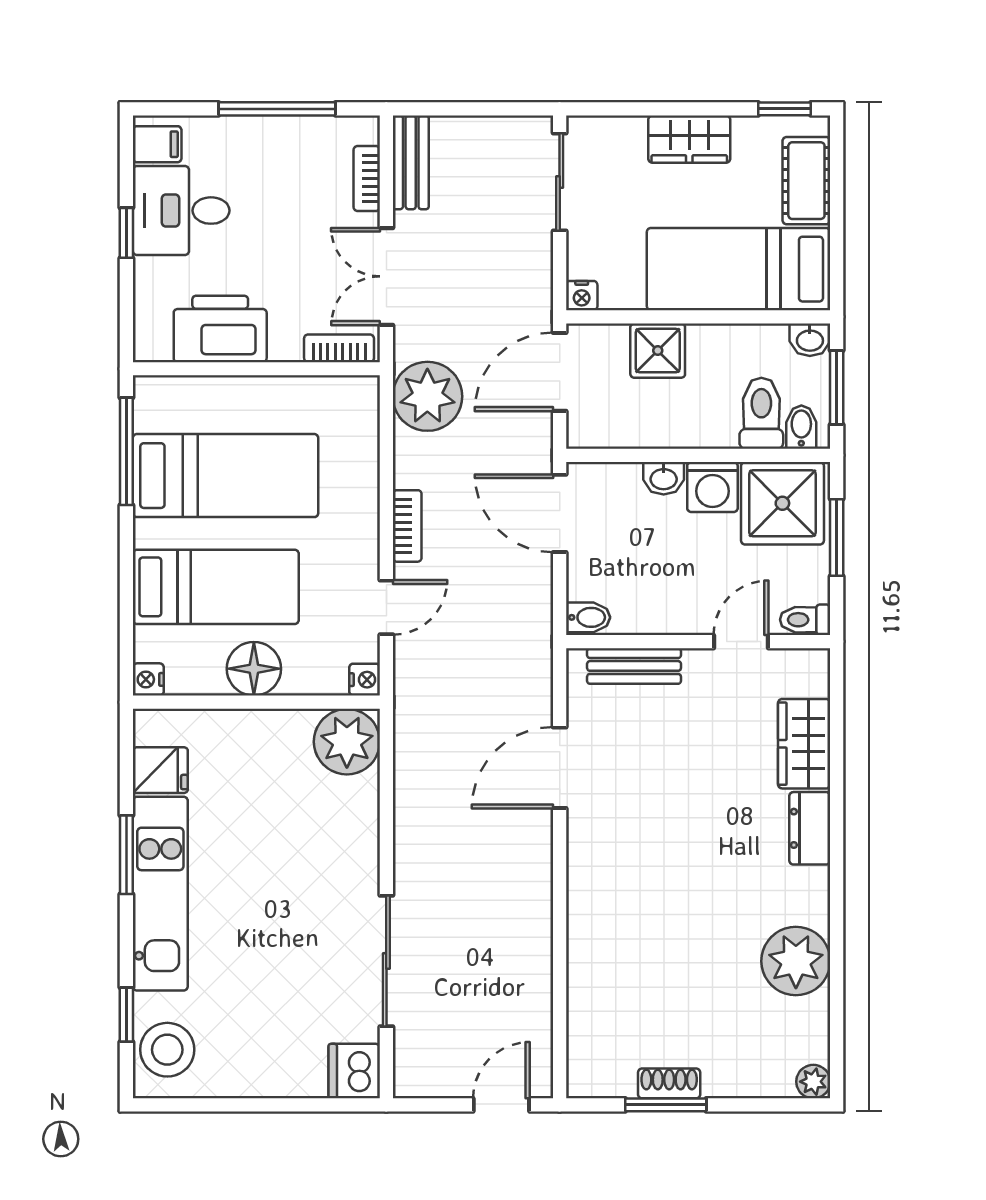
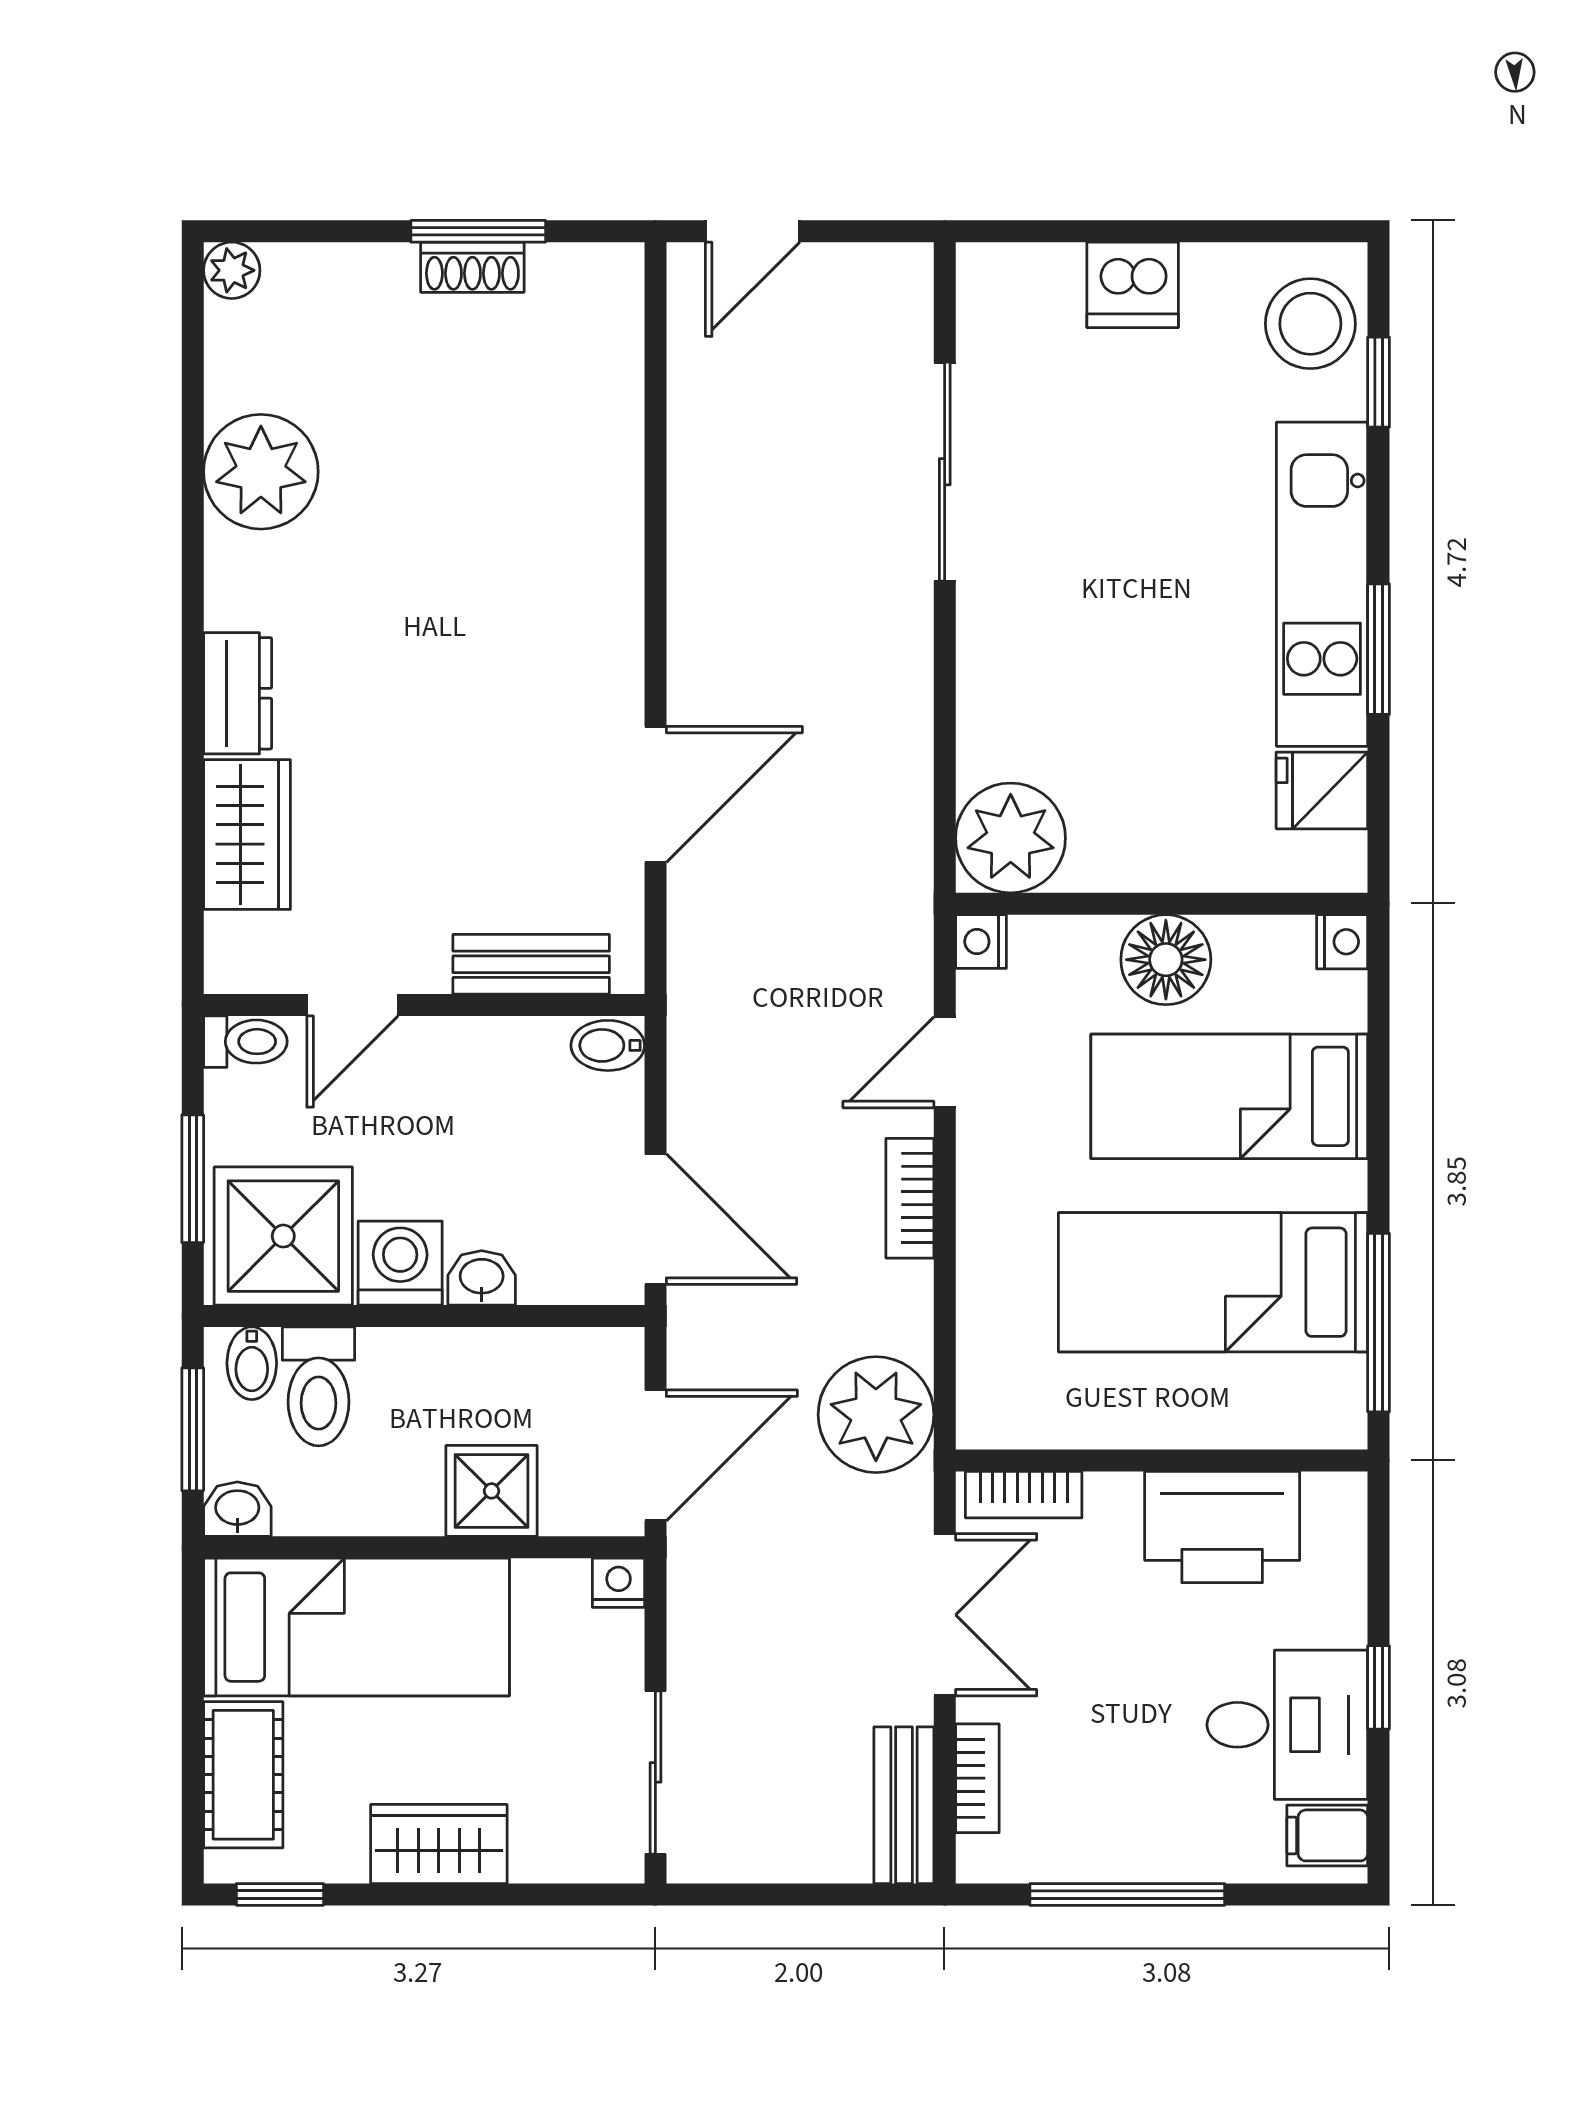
dishwasher: (354, 1071) -> (1133, 285), moved, turned 90

